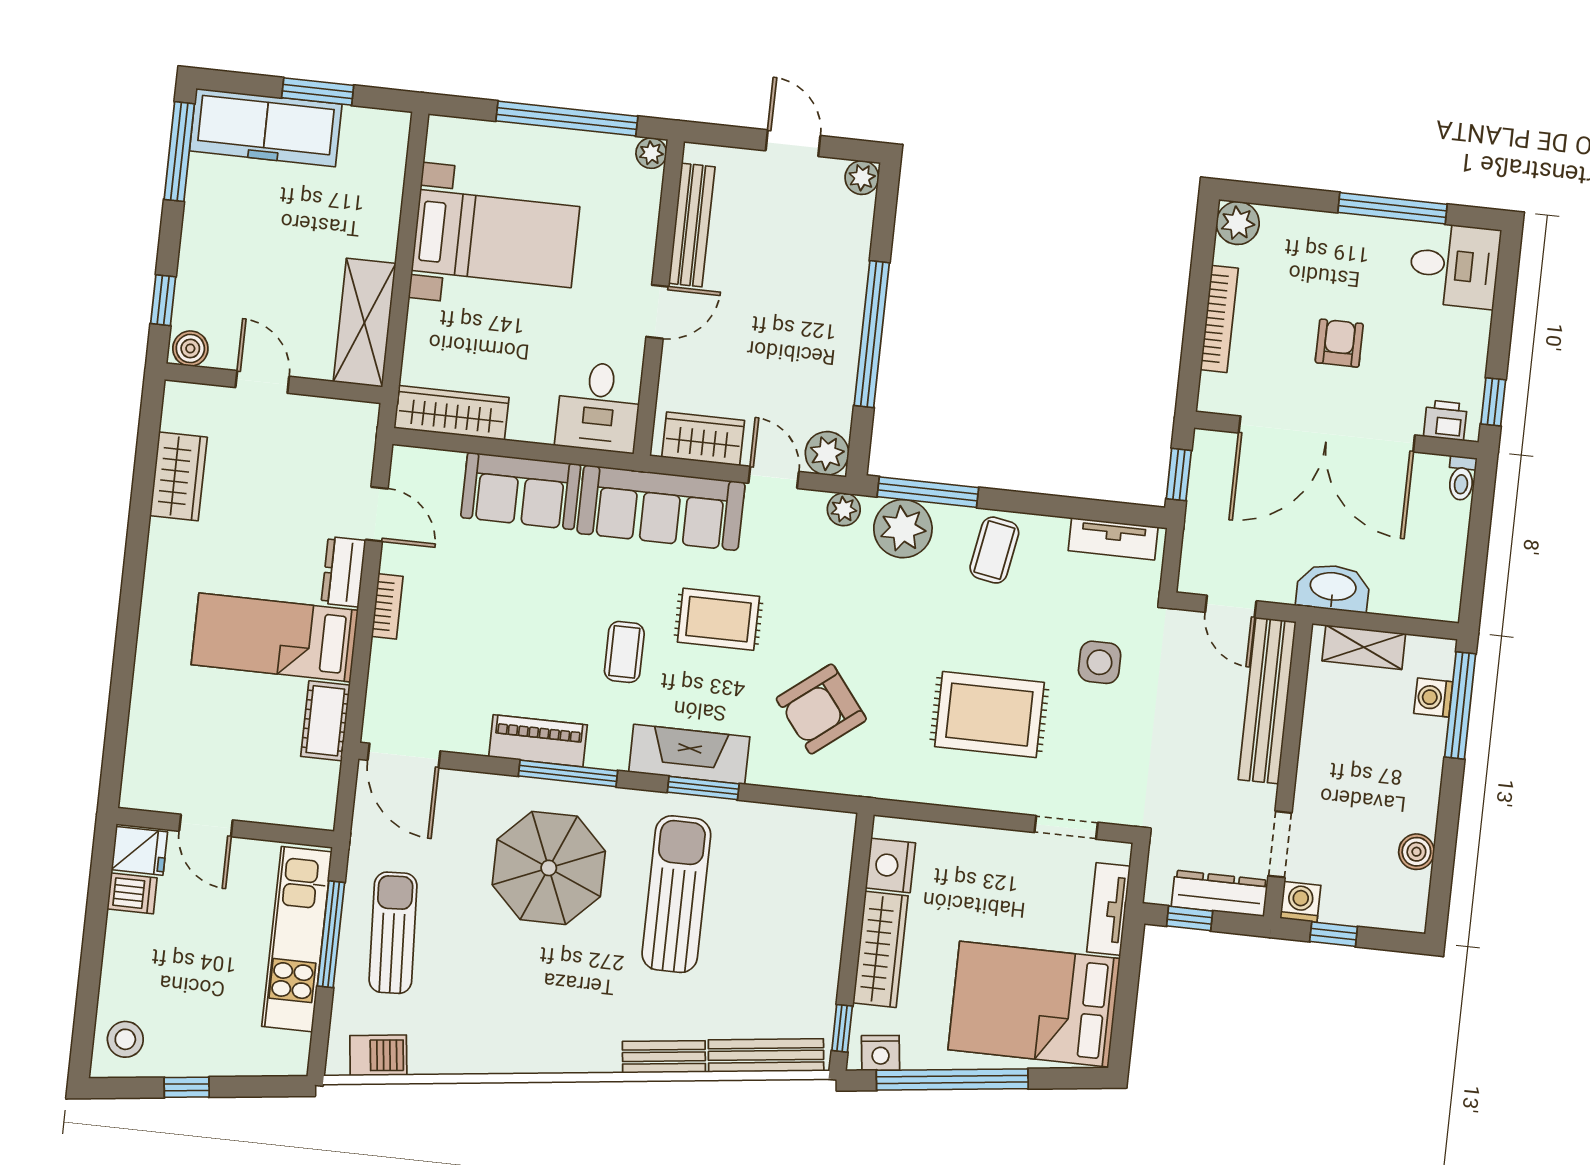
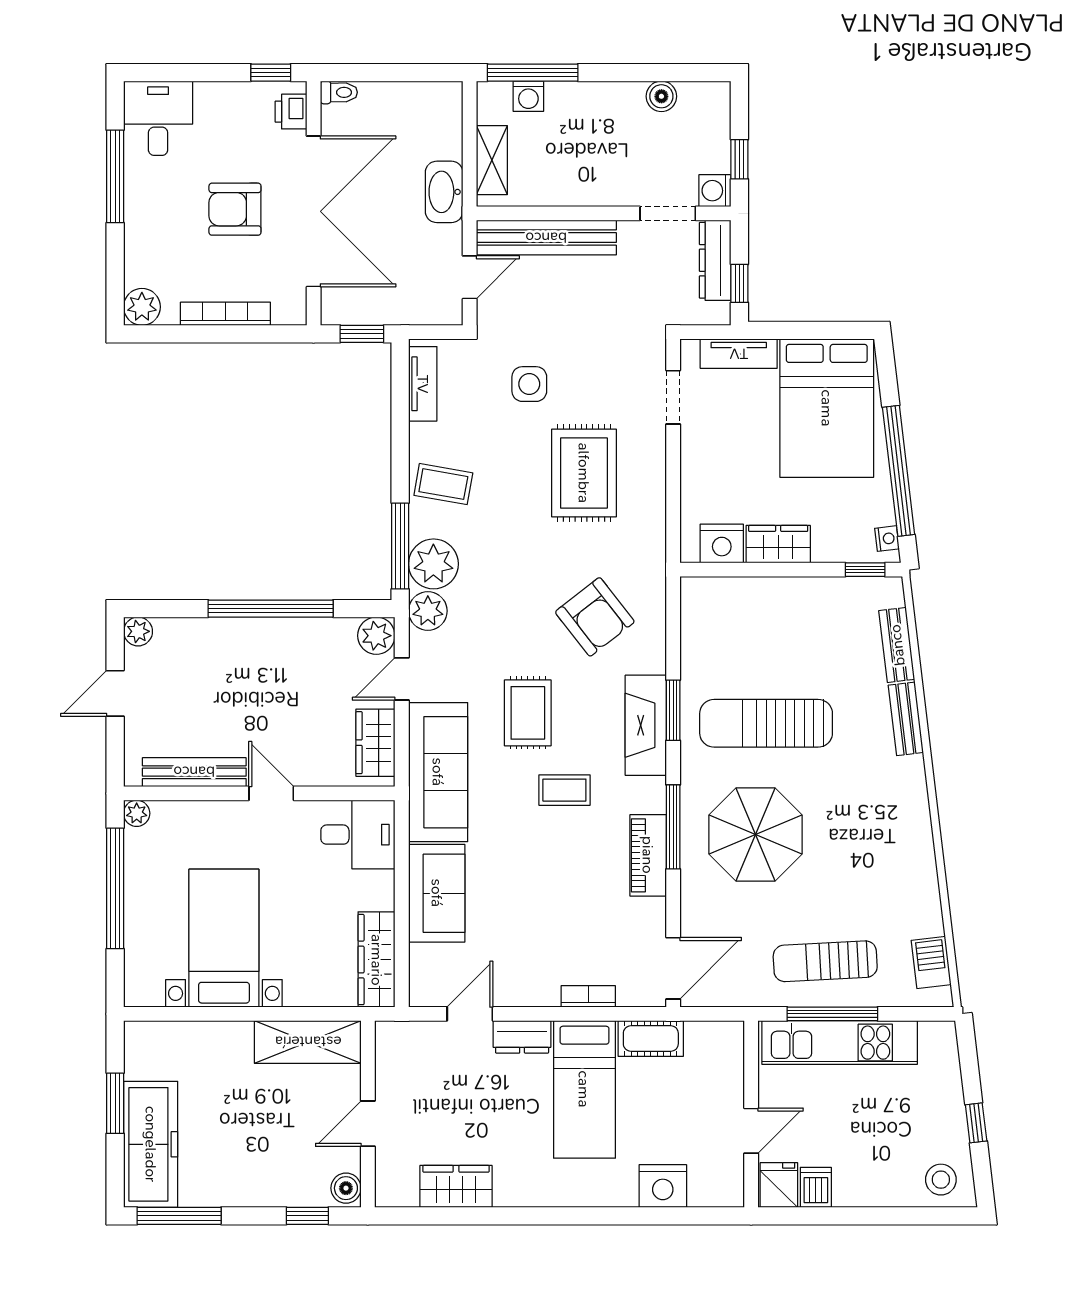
armchair: (1339, 343) -> (235, 209), width x1.38, depth x1.38
plant: (844, 509) -> (428, 611), width x1.38, depth x1.38
bookcase: (387, 606) -> (588, 996), moved
nightstand: (153, 716) -> (663, 1186), added
wardrobe: (881, 949) -> (778, 544), width x0.67
nightstand: (880, 1053) -> (887, 539), width x0.72, depth x0.74
bench: (766, 1055) -> (897, 645), width x0.73

